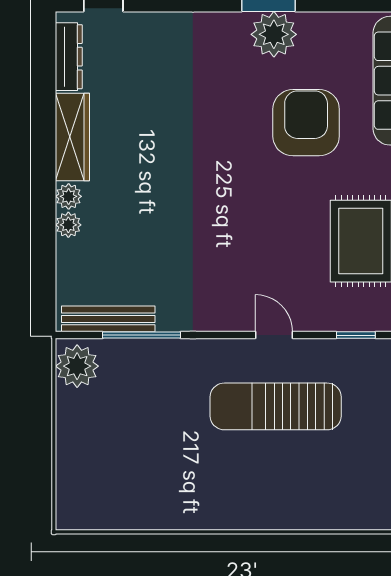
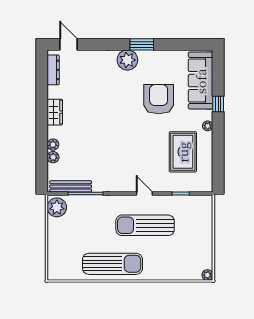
plant: (274, 34) -> (127, 60), moved
wardrobe: (72, 137) -> (55, 112), width x0.67
plant: (69, 196) -> (53, 157), moved
sun lounger: (202, 493) -> (112, 264), added

